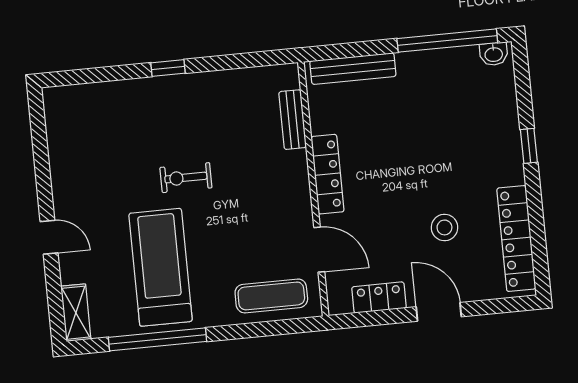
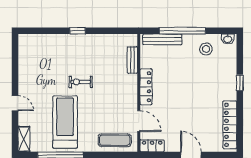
window: (447, 41) -> (182, 31), moved
stool: (444, 227) -> (206, 49), moved
locker: (379, 298) -> (152, 146), moved

